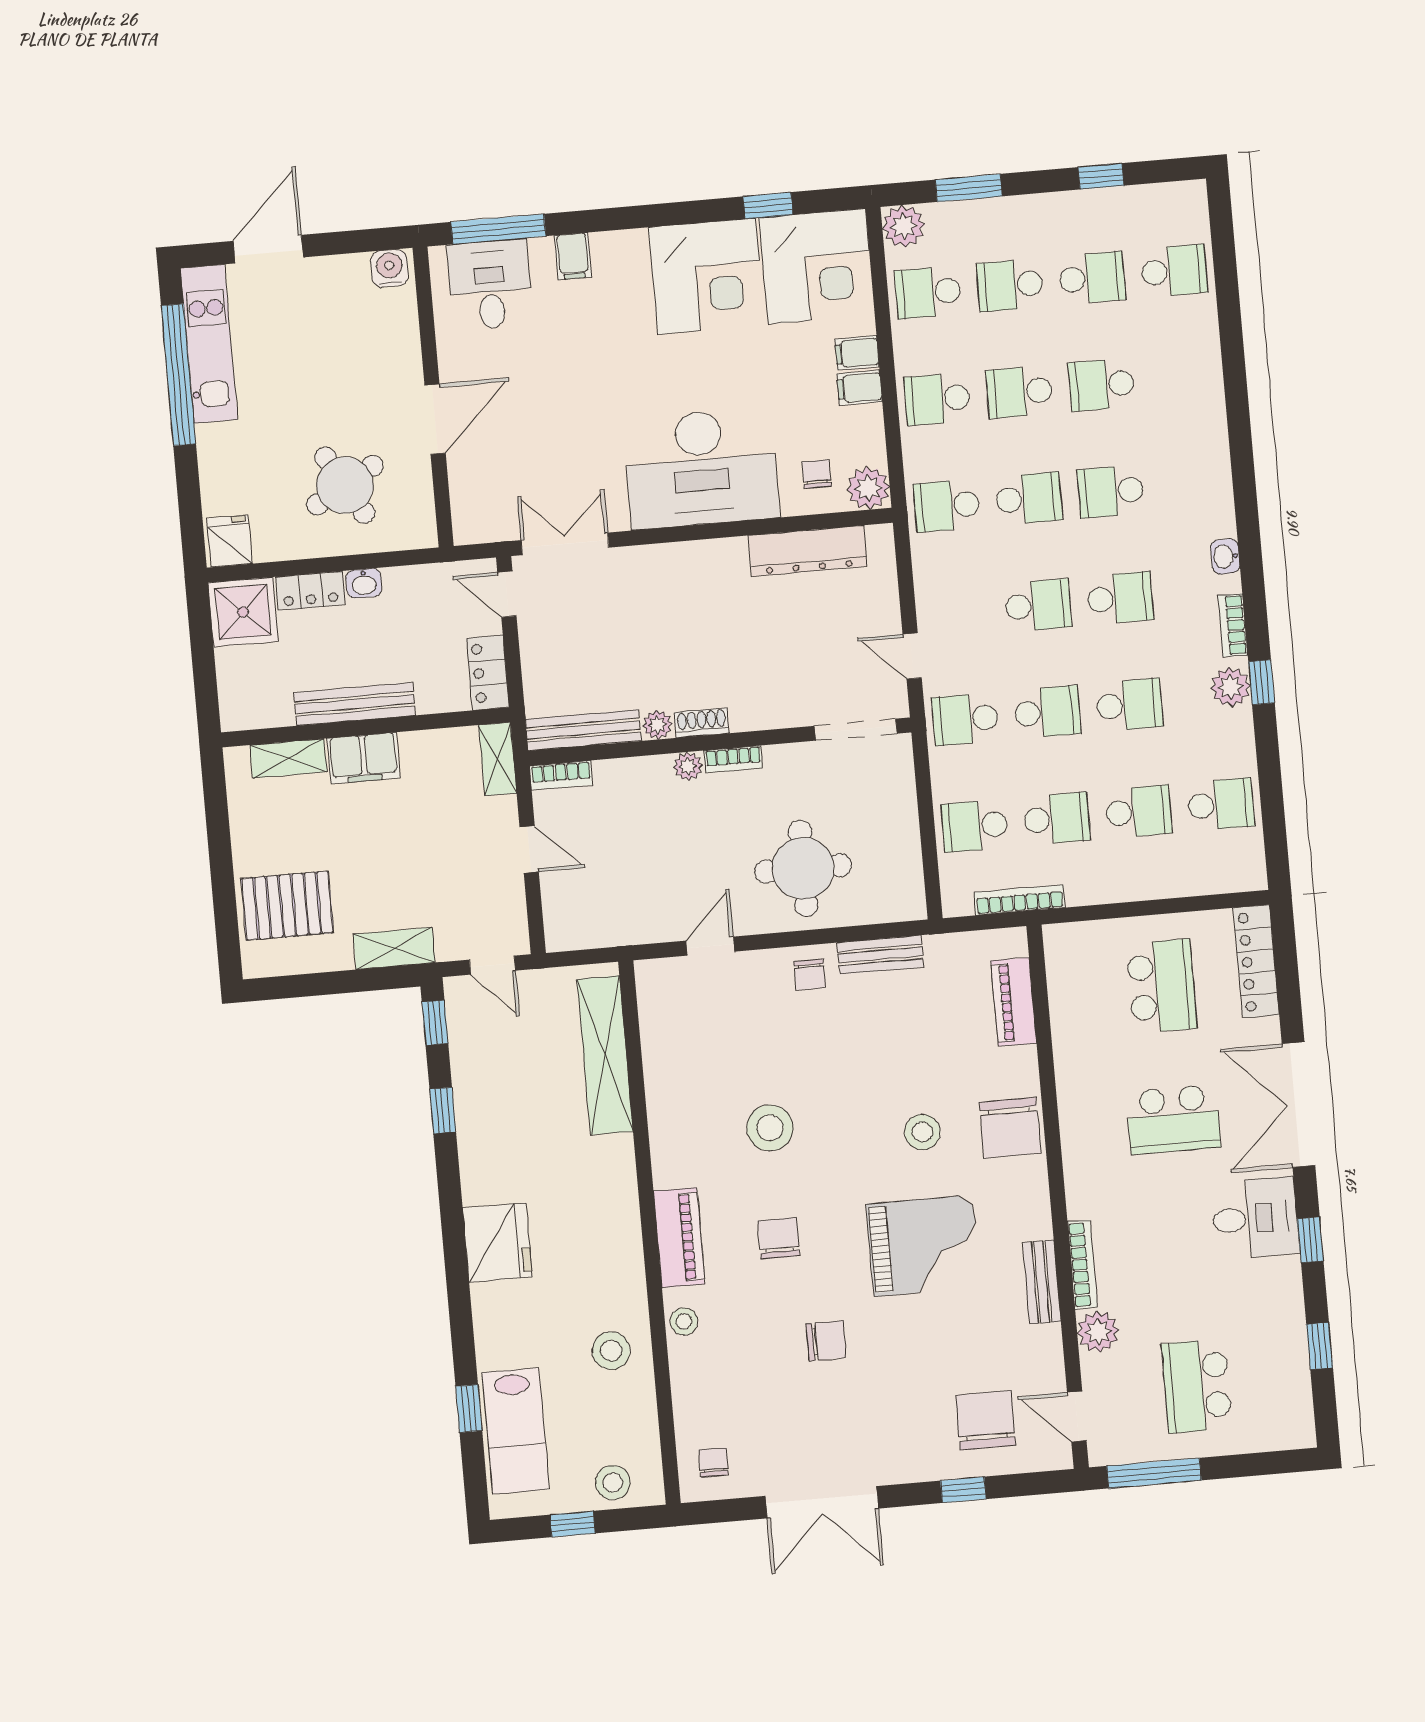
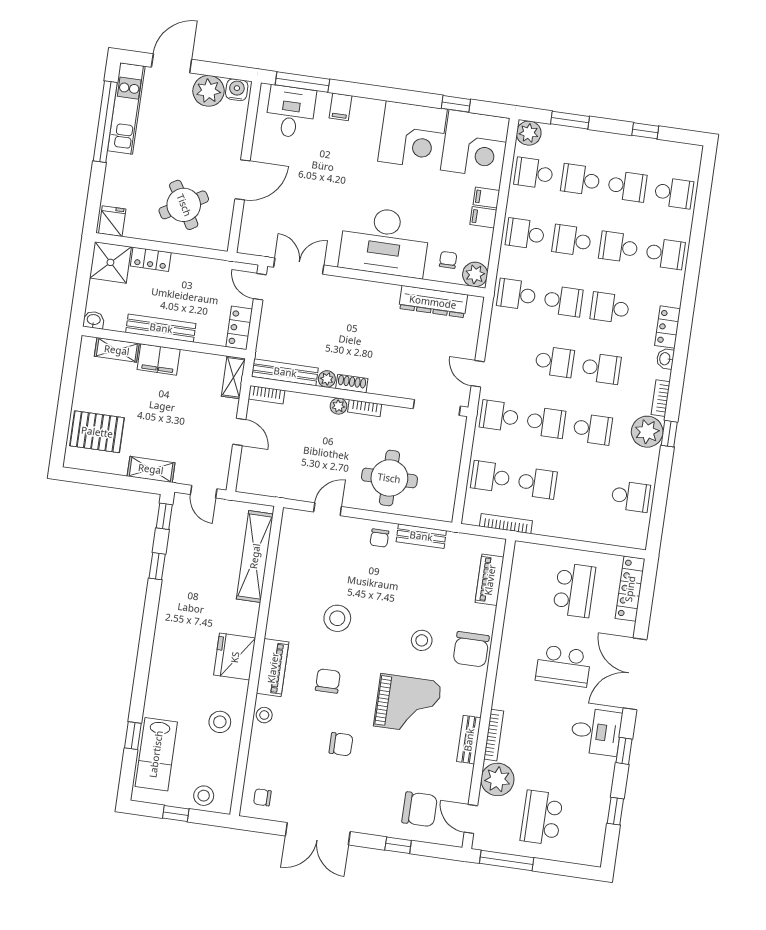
plant: (342, 281) -> (209, 91), added
locker: (1217, 502) -> (668, 327), added
washbasin: (364, 583) -> (94, 320), moved, turned 180
plant: (1231, 687) -> (647, 432), width x1.36, depth x1.36
school desk: (1139, 812) -> (665, 254), moved
fridge: (497, 1243) -> (235, 657), moved, turned 180
plant: (1098, 1332) -> (497, 779), width x1.36, depth x1.36
chair: (986, 1420) -> (420, 809), turned 90
chair: (713, 1462) -> (262, 797), turned -90

